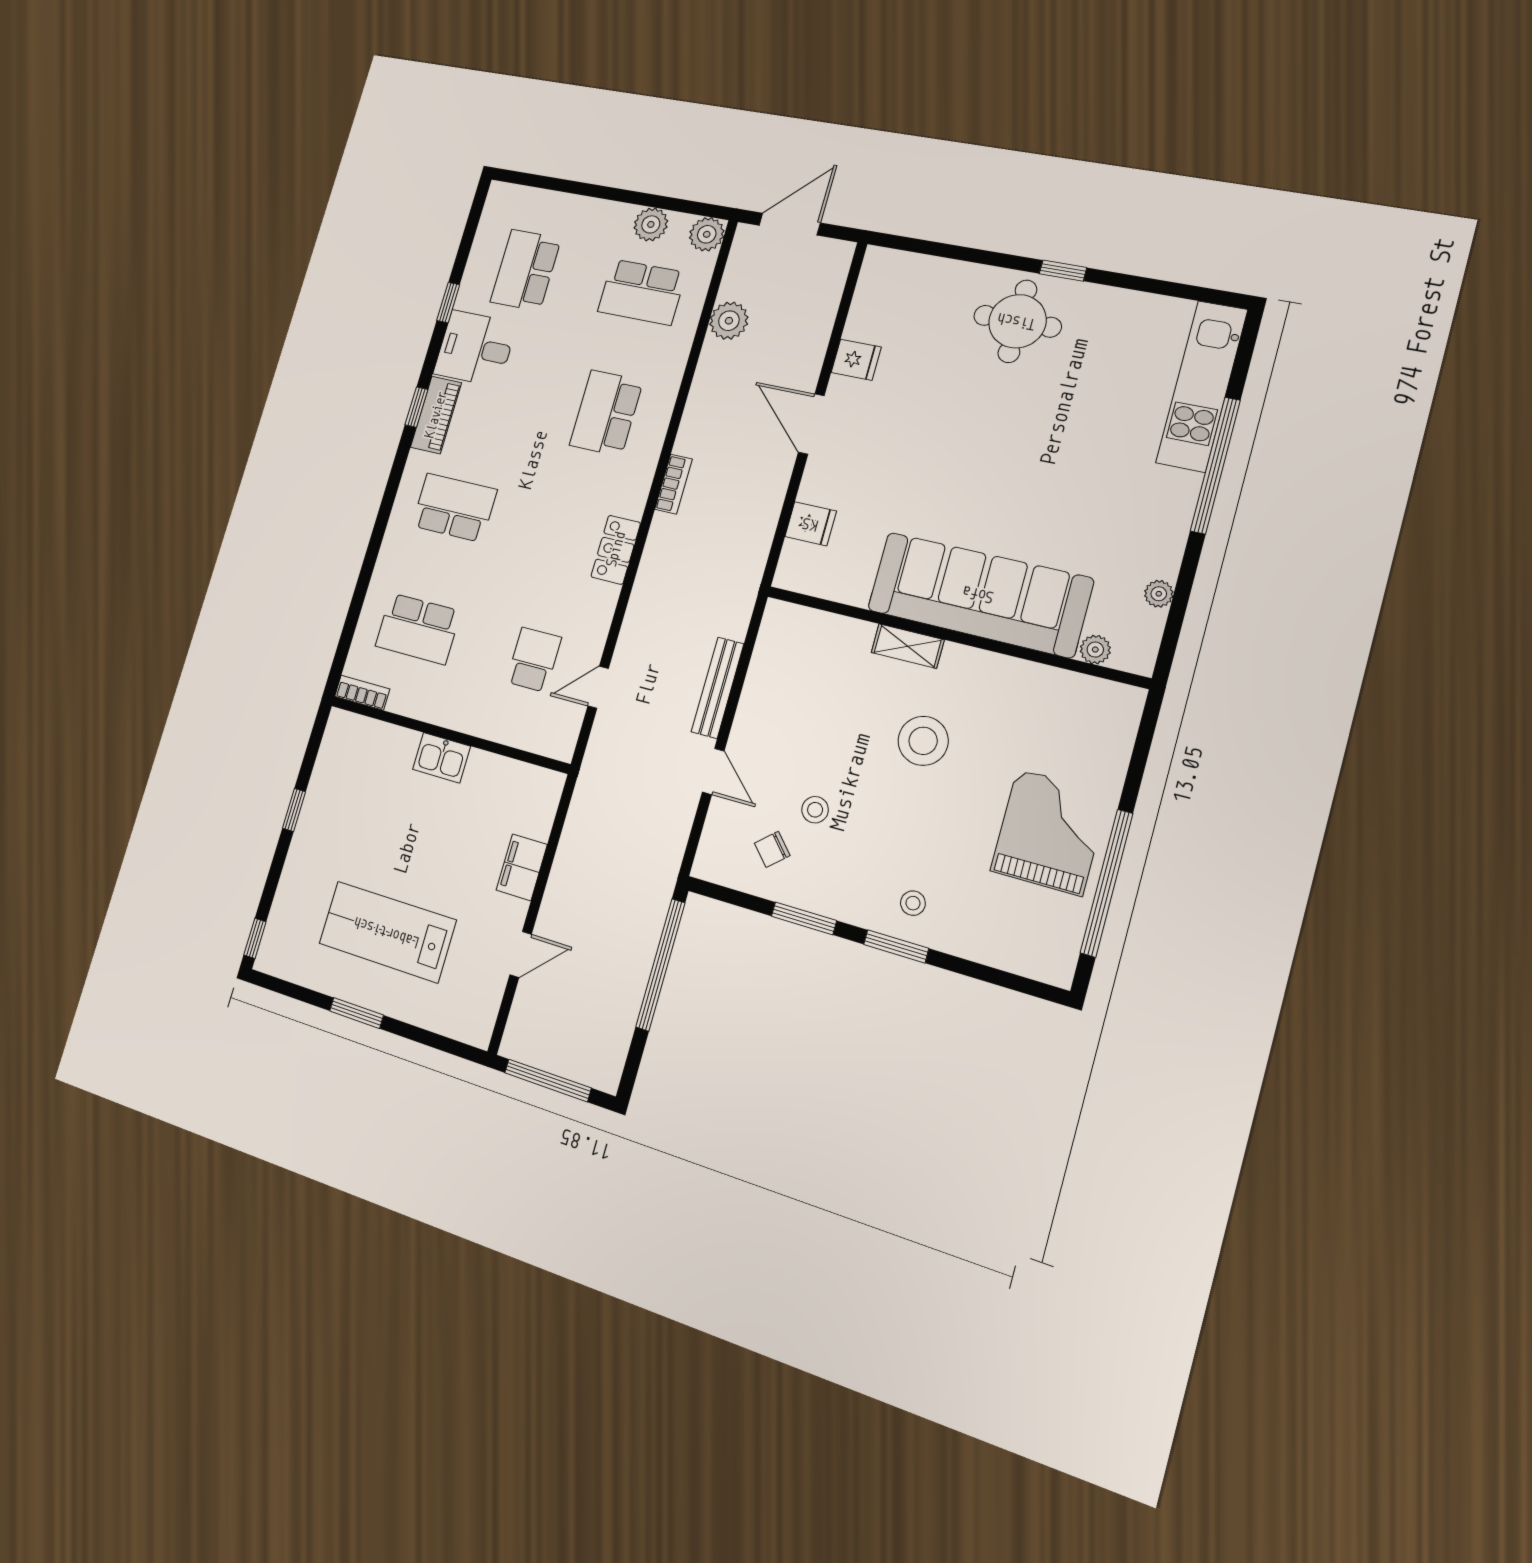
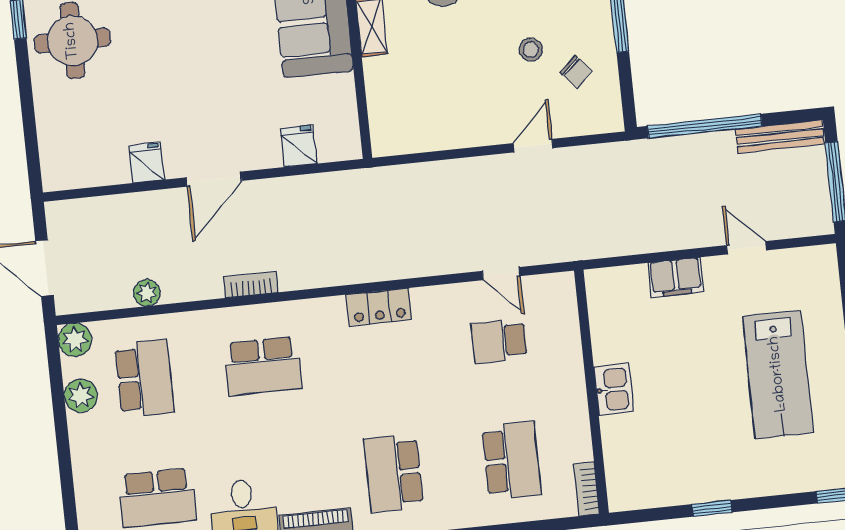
plant: (729, 321) -> (147, 293), width x0.73, depth x0.73
bookcase: (674, 484) -> (251, 285), moved
bench: (718, 688) -> (780, 137), moved

